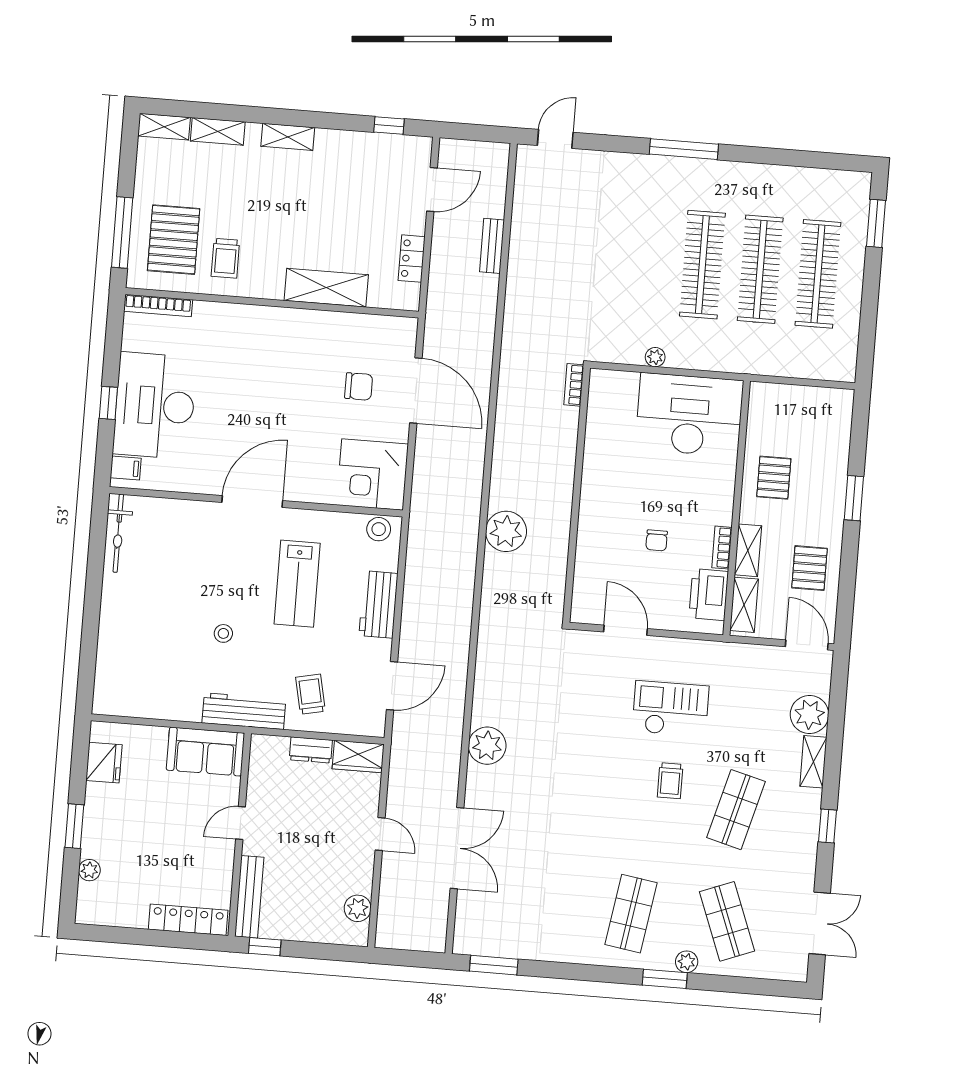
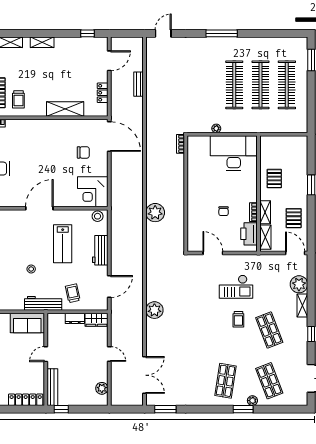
door: (416, 391) -> (109, 137), moved
checkout: (670, 709) -> (236, 287), turned 180
shop shelf: (736, 810) -> (269, 330), turned -36
double door: (457, 848) -> (145, 375), moved

